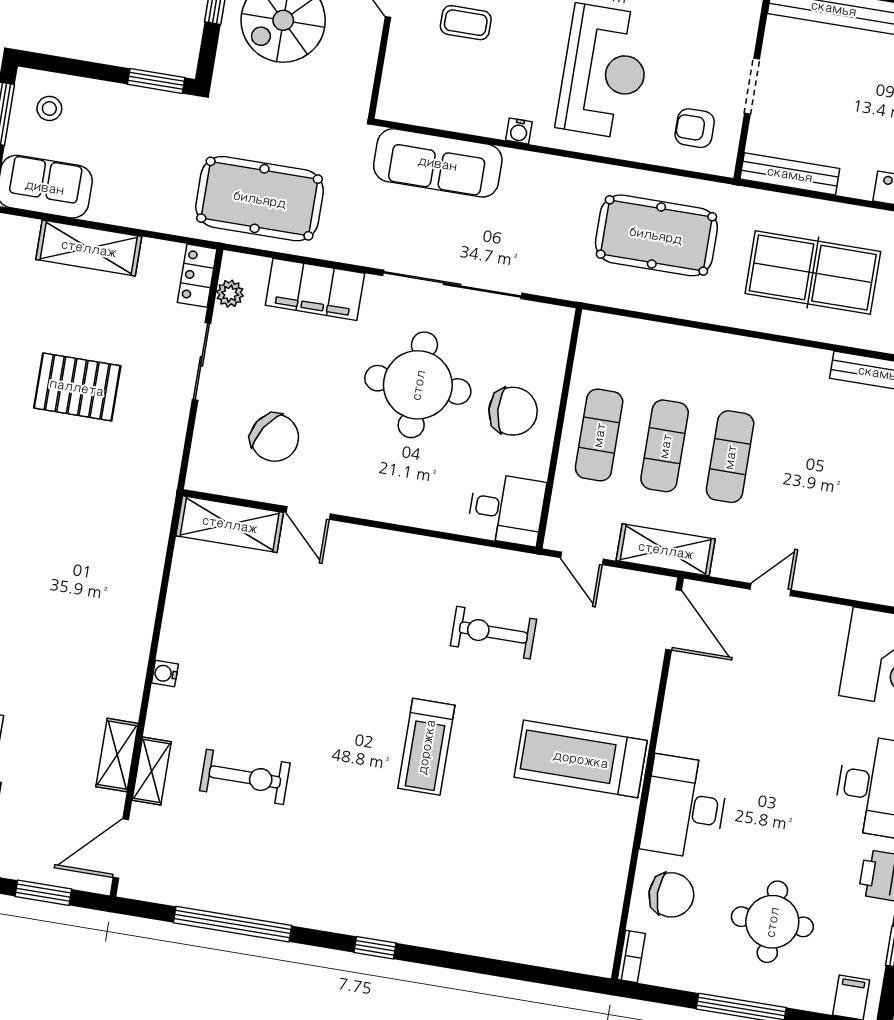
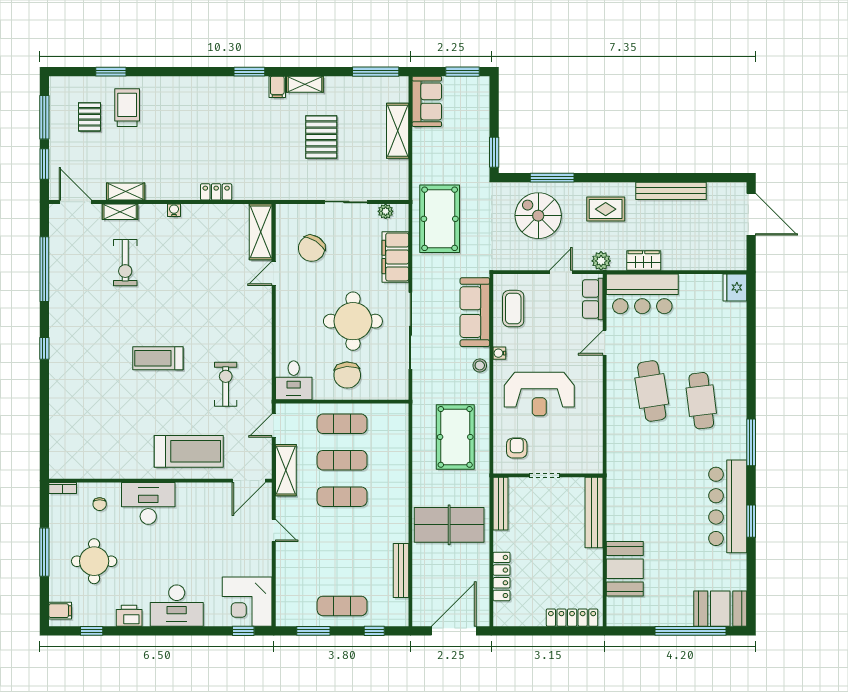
coffee table: (466, 23) -> (513, 309), moved, width x1.36, depth x1.30
stool: (49, 108) -> (480, 365), moved
table tennis table: (813, 273) -> (449, 525), turned 90
locker: (197, 276) -> (216, 192), moved
treadmill: (581, 759) -> (189, 451), moved, turned 90
chair: (671, 895) -> (100, 504), width x0.54, depth x0.54

